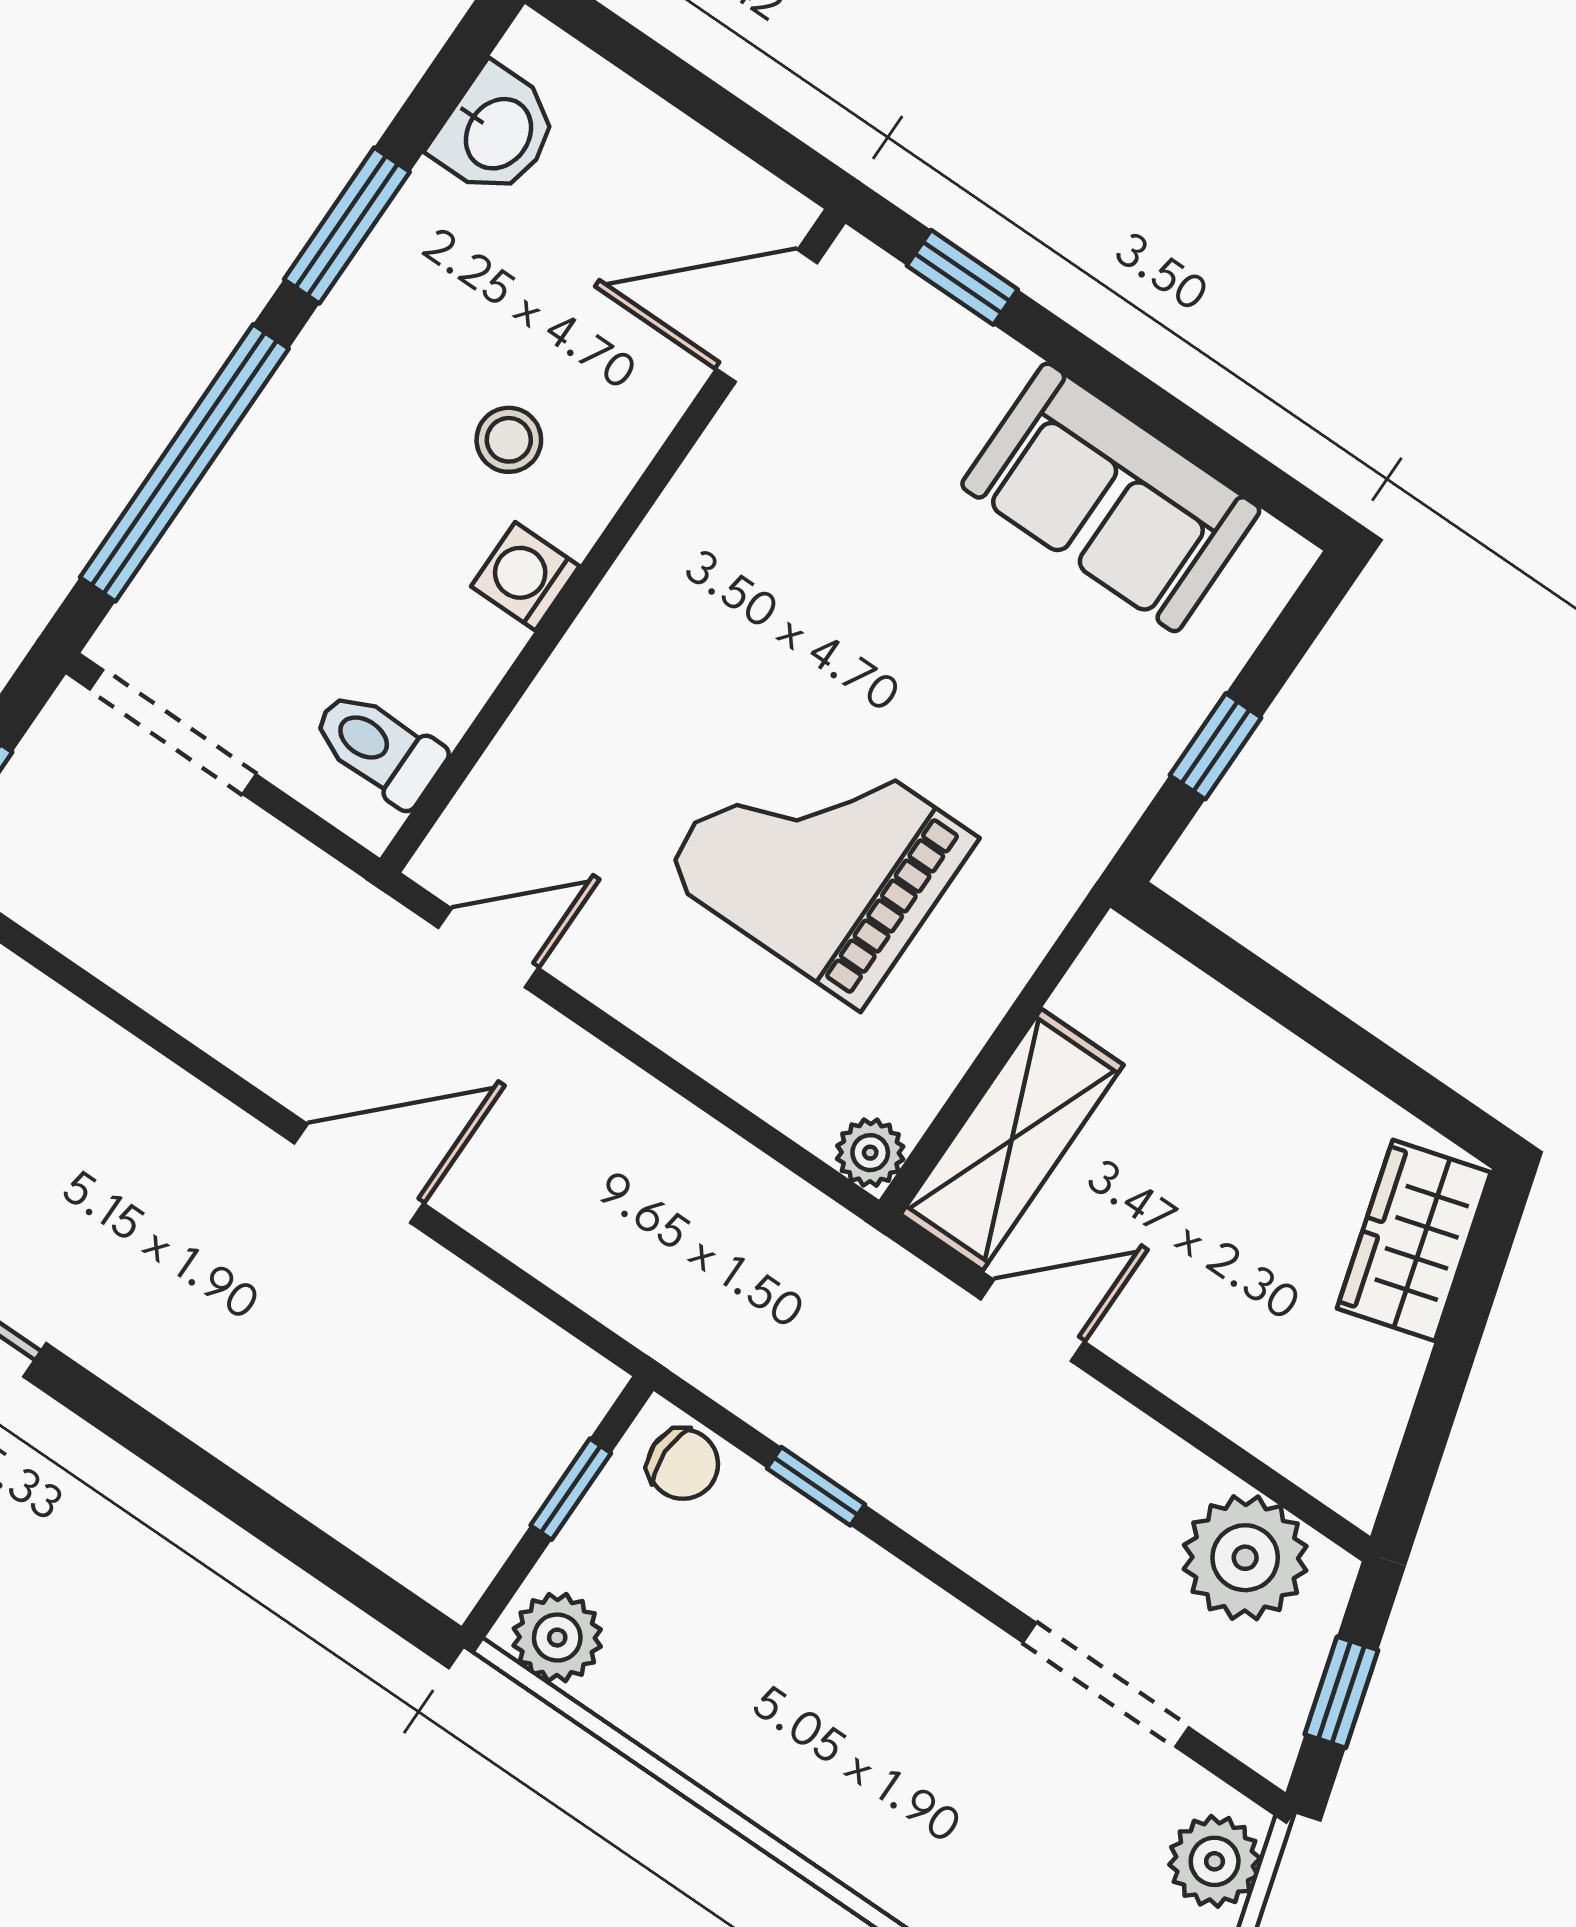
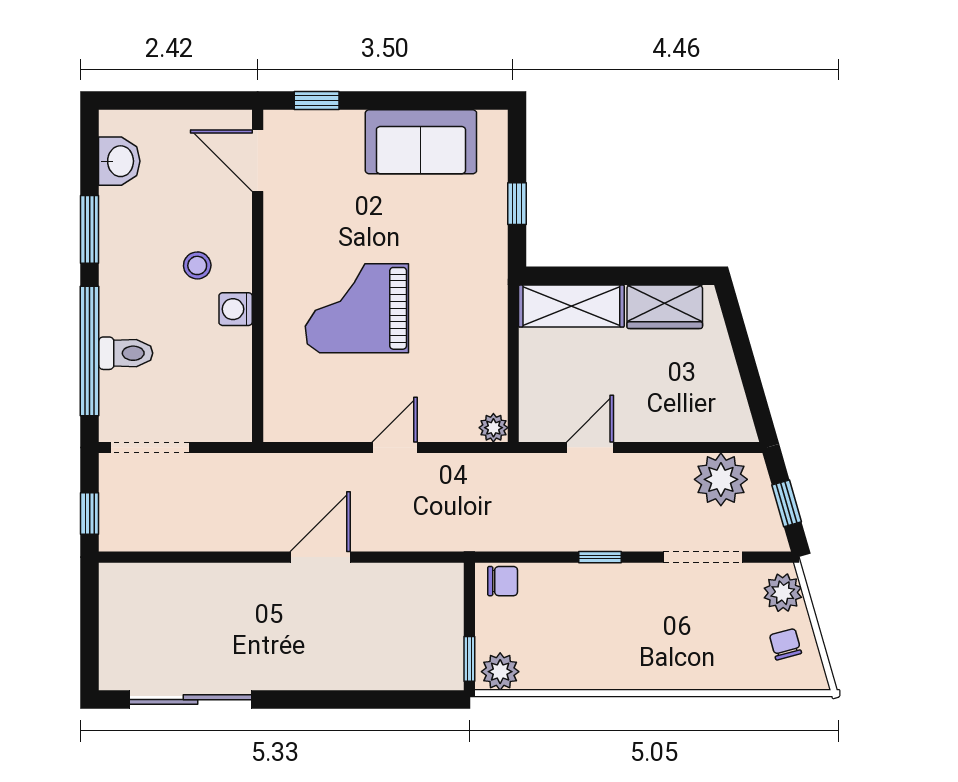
door: (767, 316) -> (258, 161), hinge flipped
toilet: (378, 748) -> (126, 353), moved, turned 180
grand piano: (820, 856) -> (357, 308), moved
door: (488, 948) -> (395, 447), moved
shelving: (1012, 1140) -> (571, 306), moved, turned 90
wardrobe: (1414, 1240) -> (665, 307), moved, turned -74
window: (816, 1486) -> (600, 557), moved
window: (571, 1489) -> (469, 659), moved

